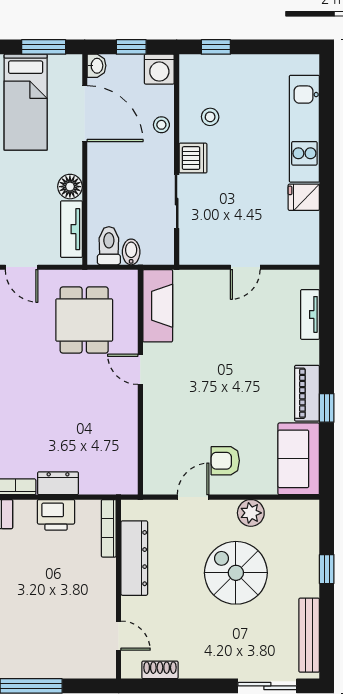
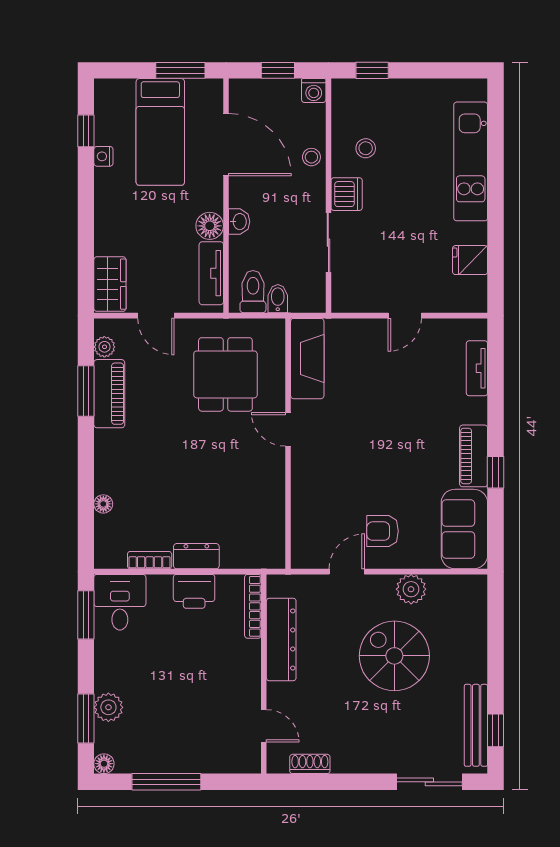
washbasin: (96, 66) -> (239, 222), moved
washing machine: (159, 69) -> (314, 91), width x0.73, depth x0.73
fridge: (304, 197) -> (470, 260), moved
window: (327, 569) -> (496, 730), moved

